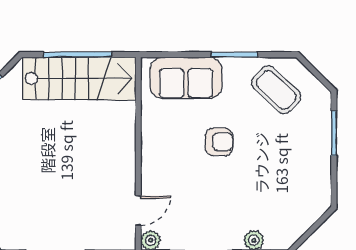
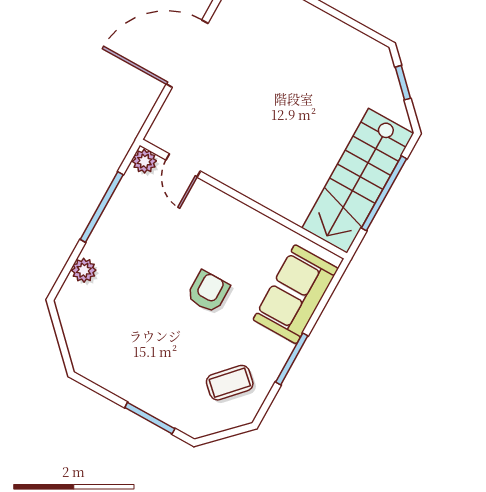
coffee table: (276, 90) -> (230, 383), width x0.73, depth x0.77
armchair: (219, 142) -> (208, 292), turned 180

